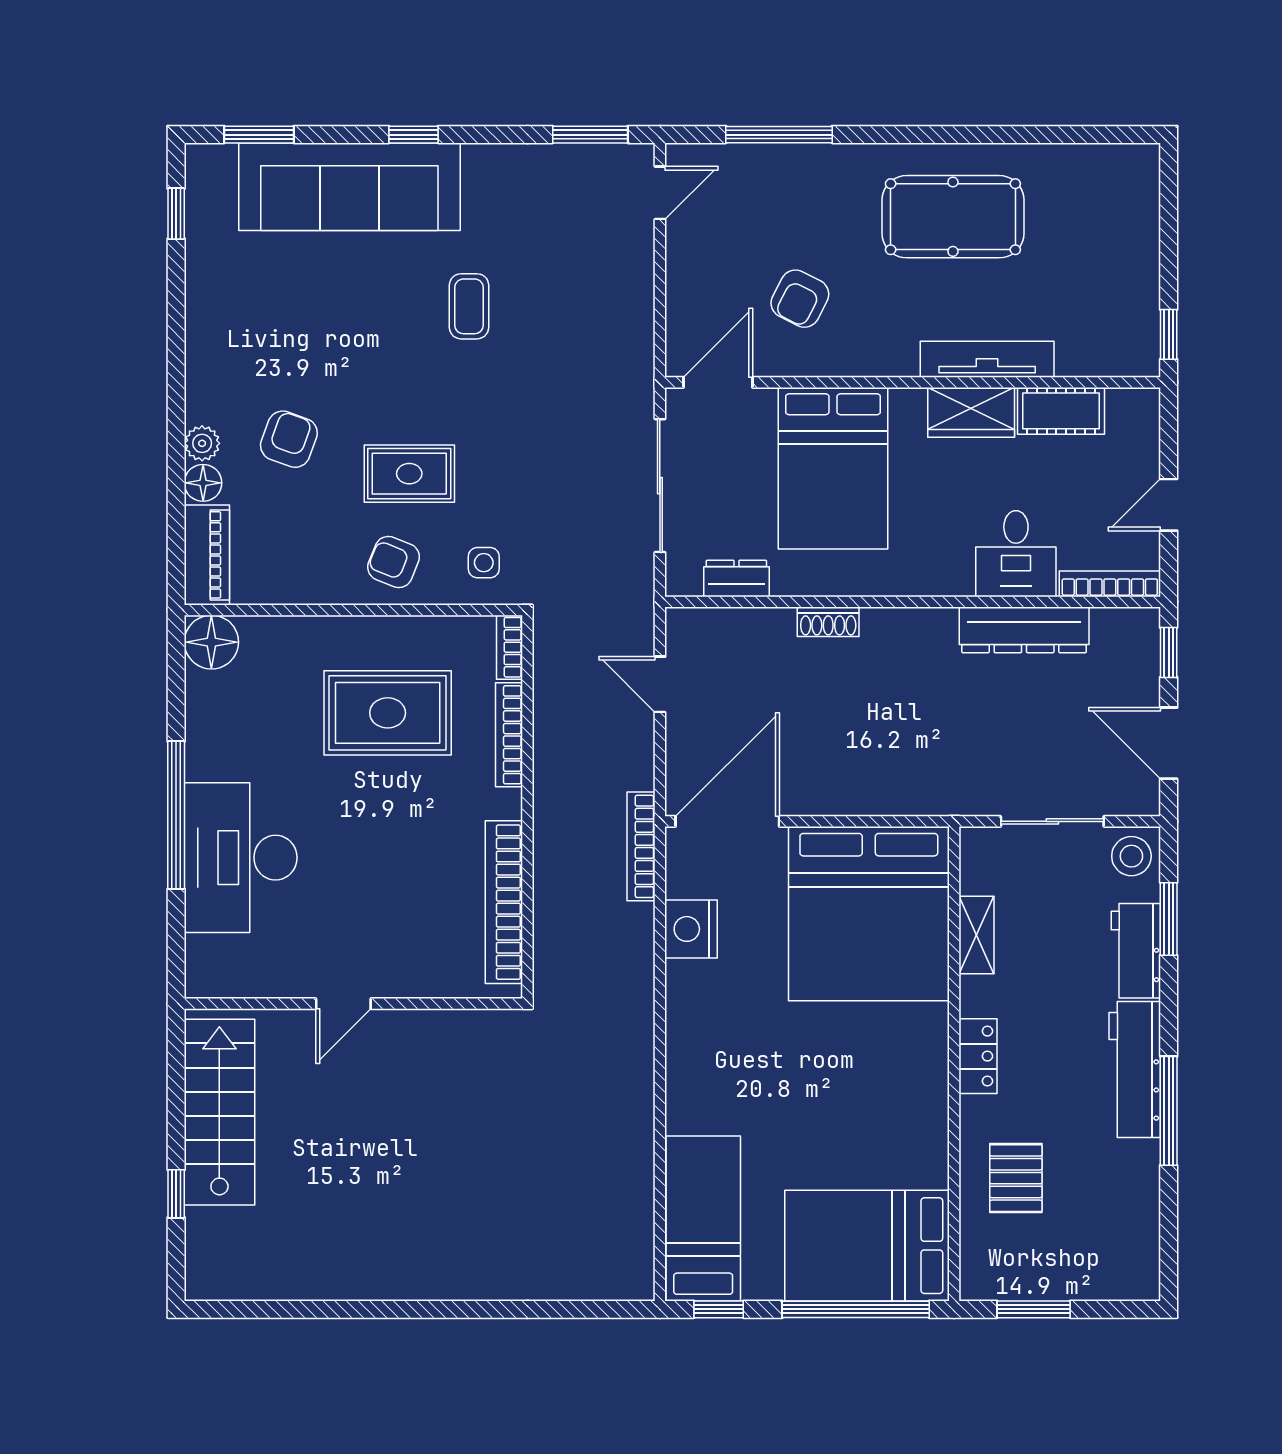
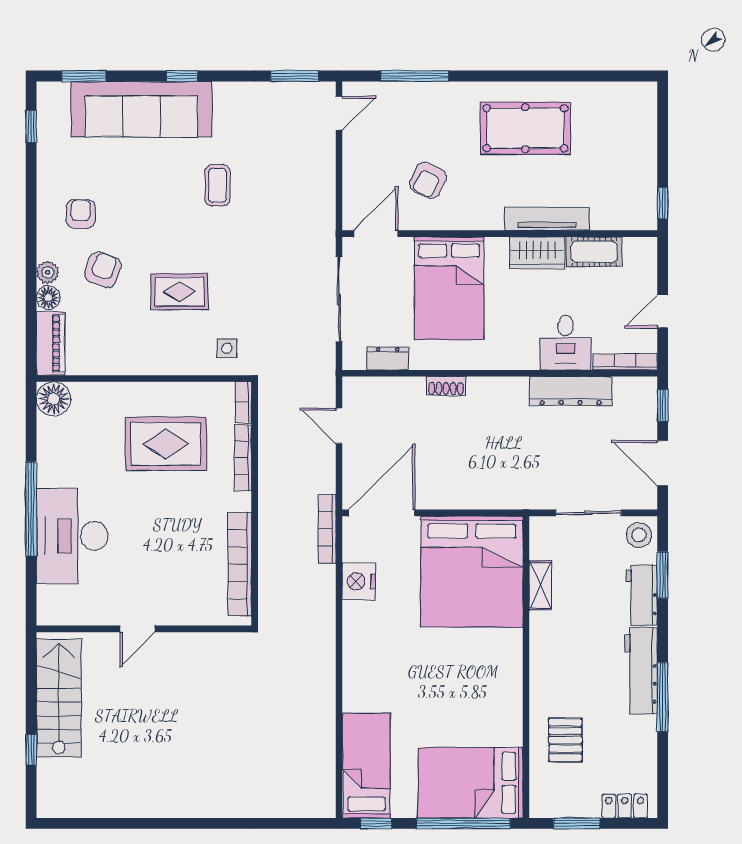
armchair: (394, 562) -> (81, 214), moved, turned 68
locker: (978, 1056) -> (625, 806), moved, turned -90

